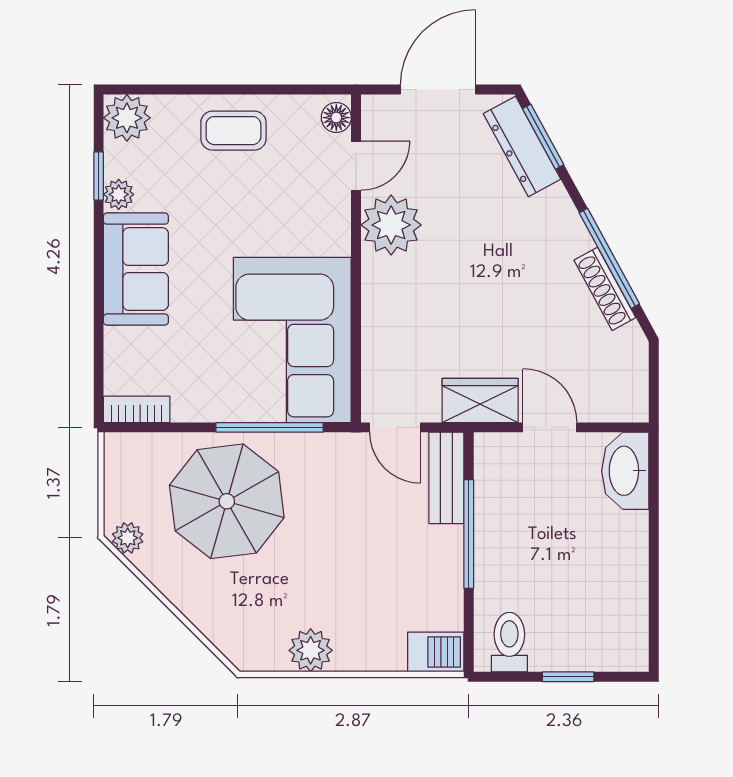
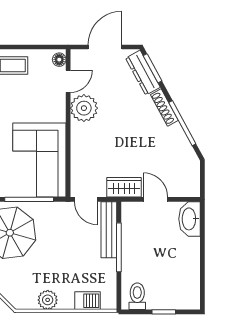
shoe rack: (605, 289) -> (164, 108), moved
bench: (446, 478) -> (109, 230), width x1.36
barbecue: (436, 652) -> (87, 301), moved

